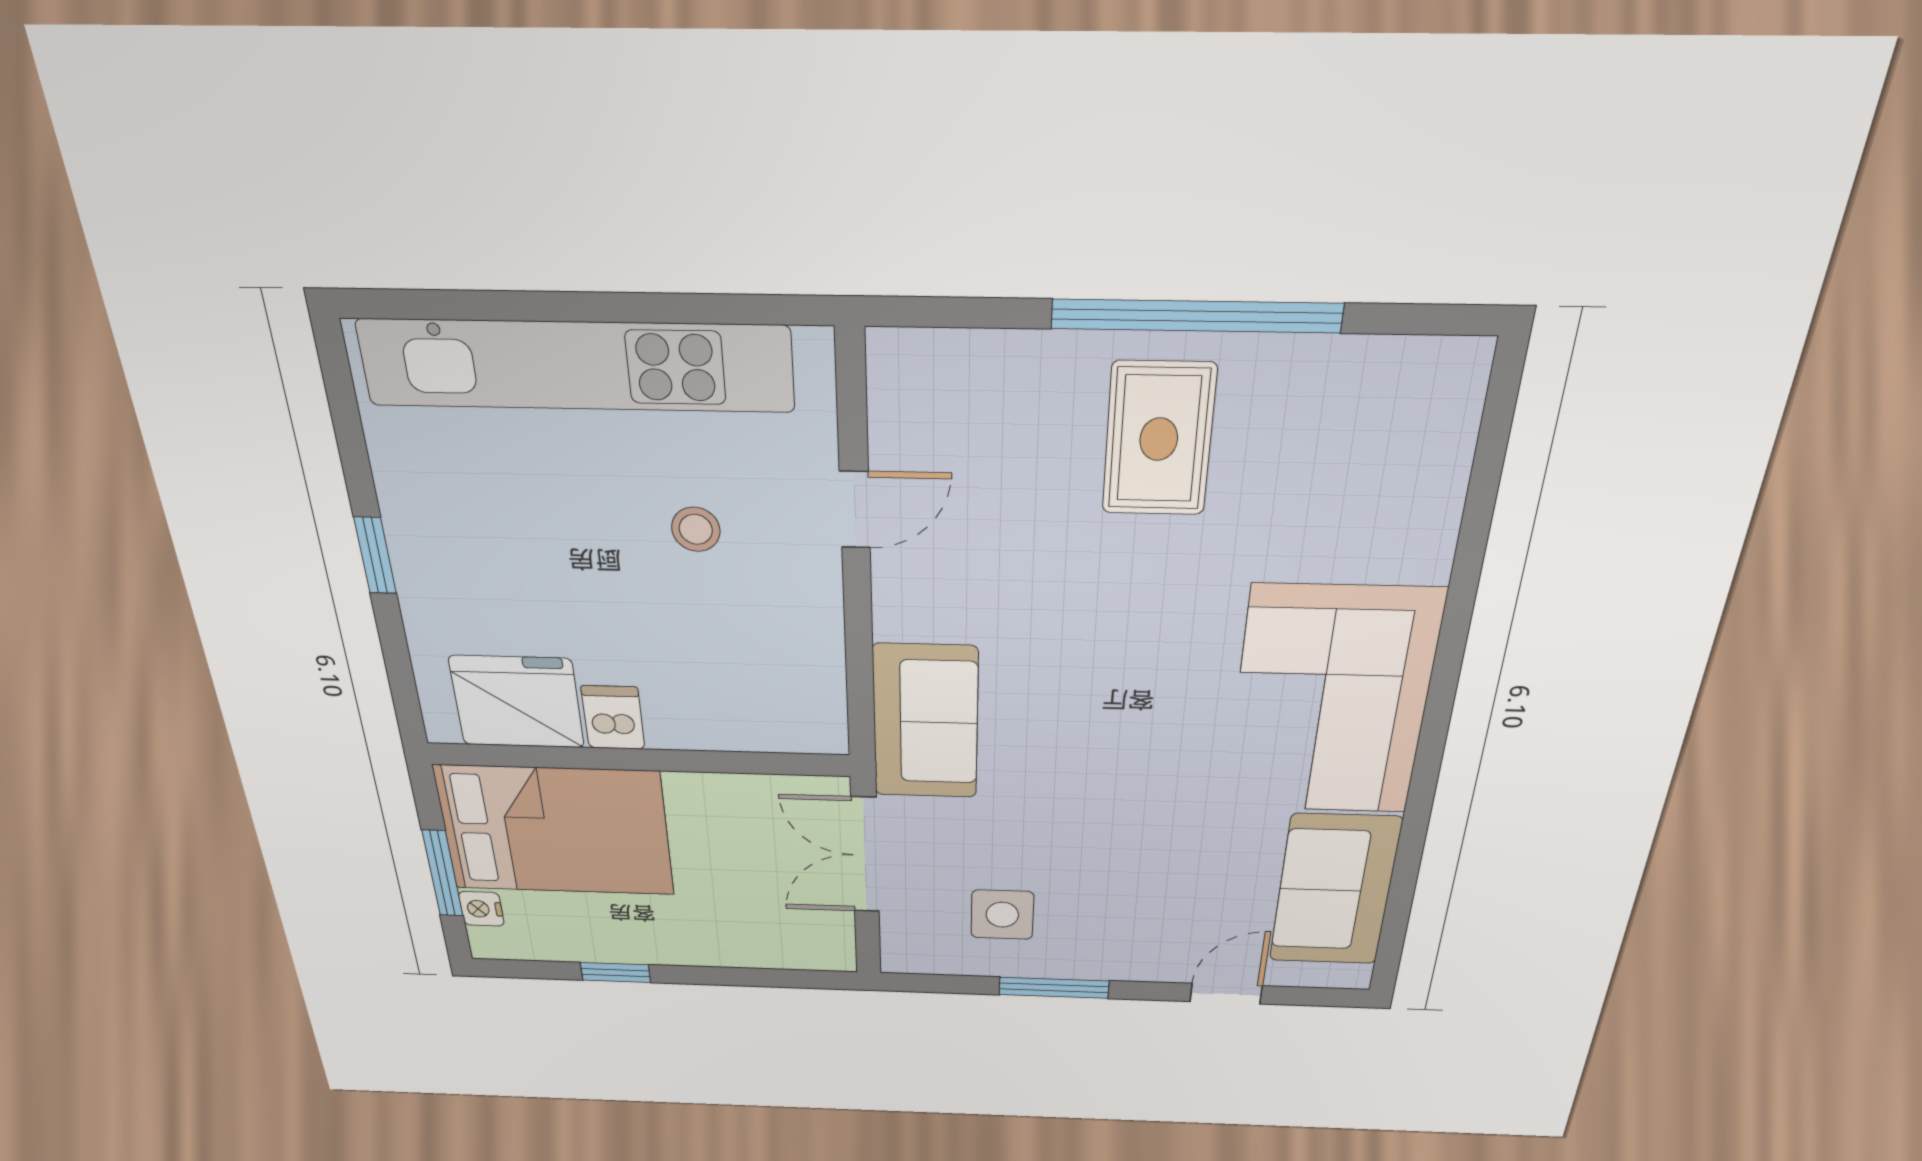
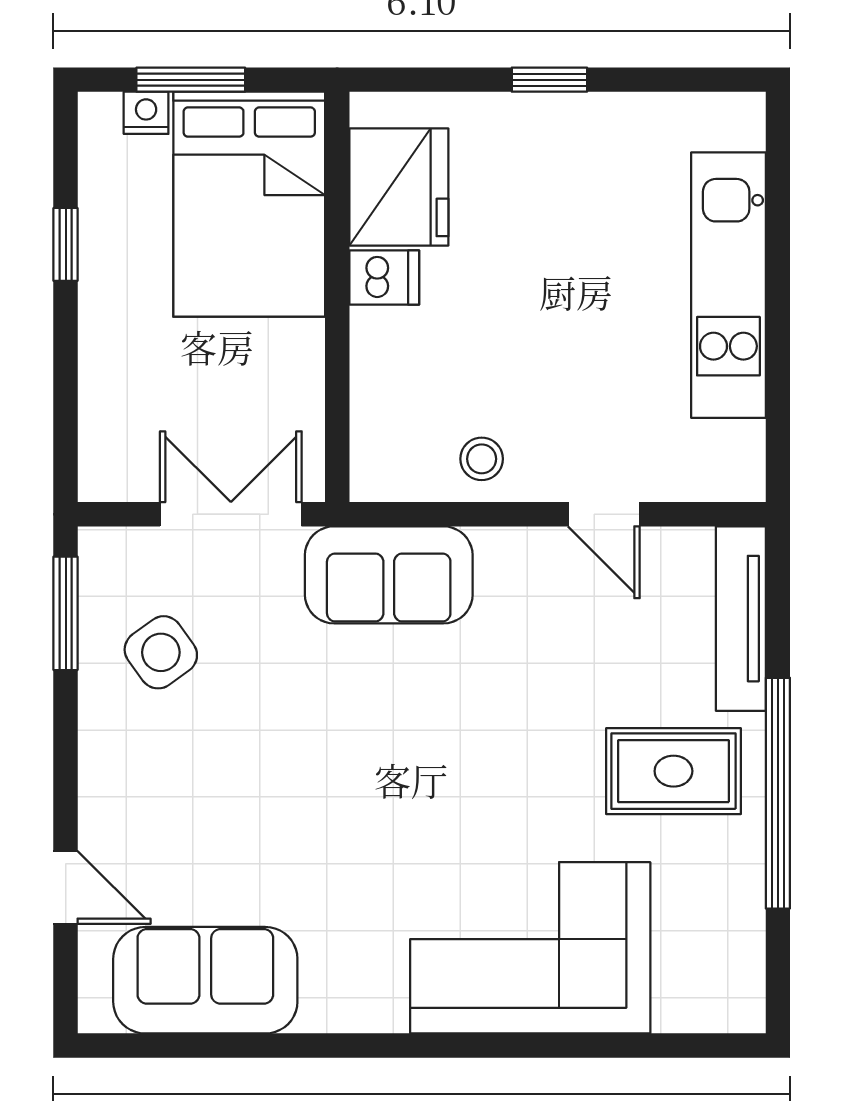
tv unit: (977, 358) -> (741, 619), added
kitchen unit: (576, 366) -> (728, 285), width x0.73
stool: (696, 529) -> (482, 459), moved
corner sofa: (1331, 702) -> (530, 948), moved
side table: (1002, 915) -> (161, 652), turned -36
window: (1054, 988) -> (66, 613), moved

